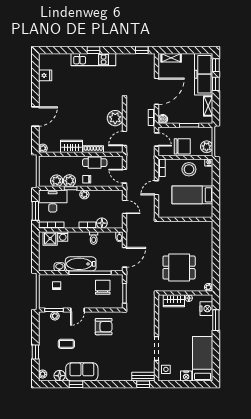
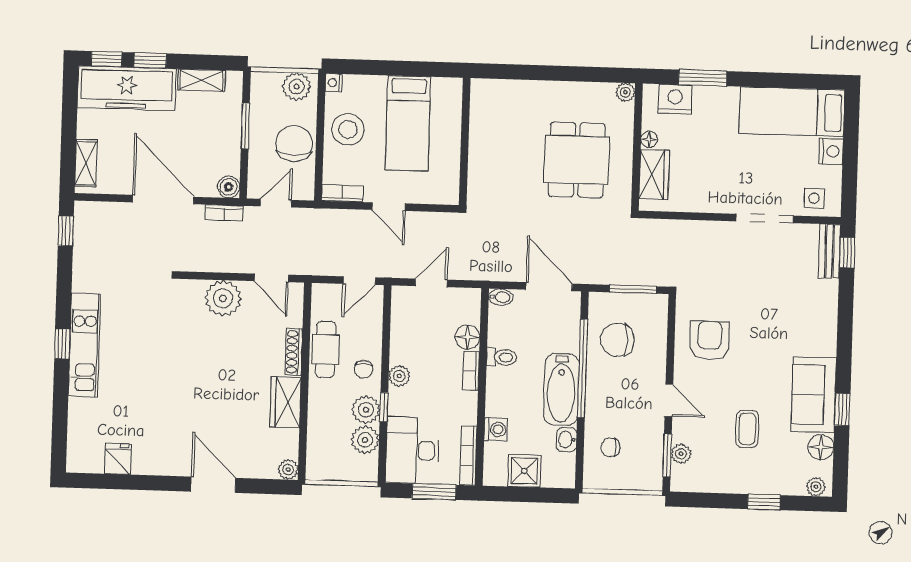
shower: (50, 239) -> (524, 471), moved

